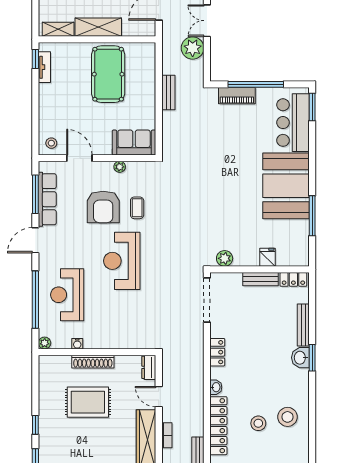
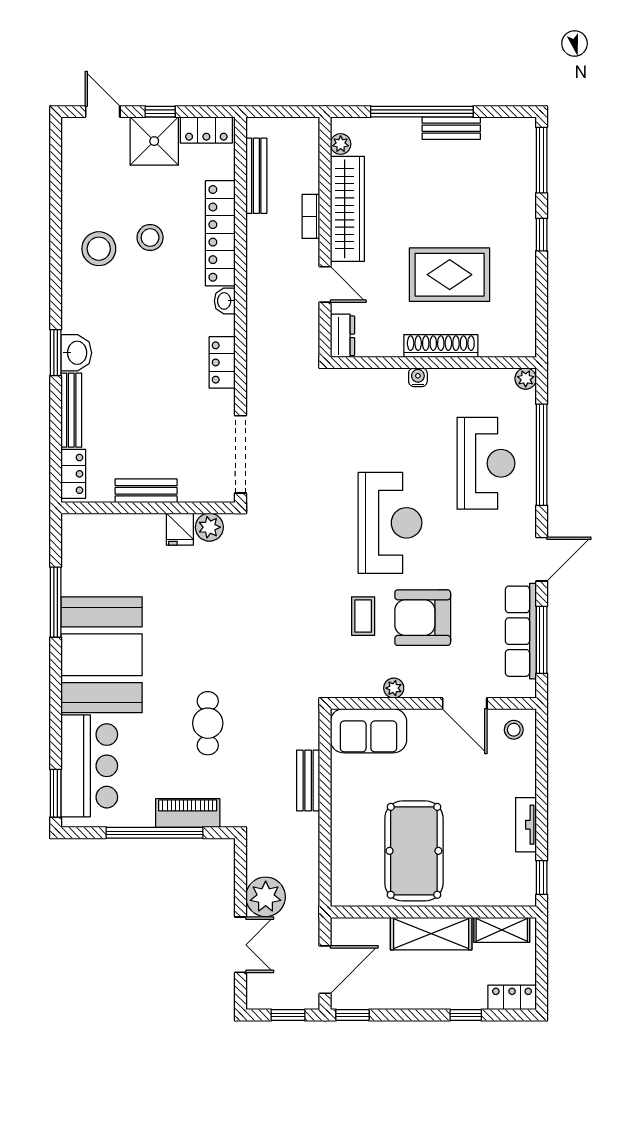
tv unit: (44, 67) -> (526, 825), moved
bench: (168, 93) -> (308, 781), moved
cafe table: (225, 147) -> (208, 723), added
armchair: (103, 207) -> (423, 618), turned -90
fridge: (267, 257) -> (180, 529), moved
locker: (293, 279) -> (73, 474), moved, turned 90
water cooler: (77, 344) -> (418, 377), moved

